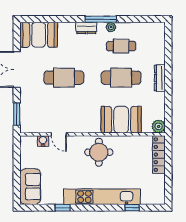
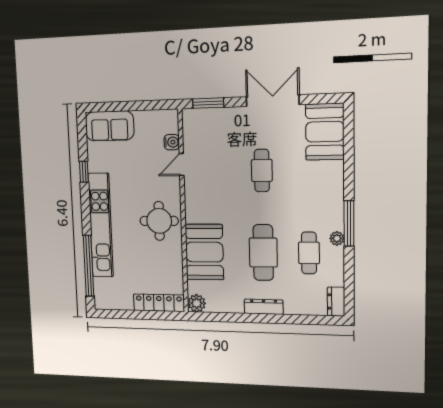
dresser: (86, 28) -> (336, 302), moved
cafe table: (64, 78) -> (262, 171), width x0.73, depth x0.74
window: (132, 208) -> (89, 266), width x3.17

